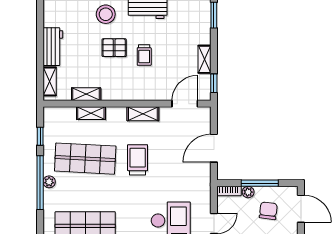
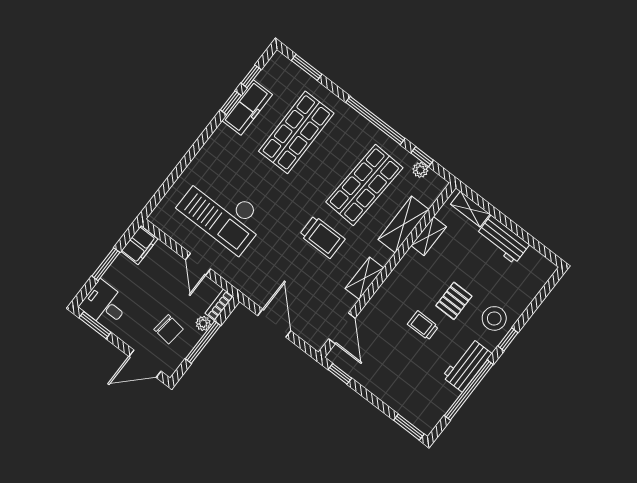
shelving: (205, 59) -> (371, 383), removed
shelving: (91, 113) -> (403, 224), width x1.50, depth x1.33
plant: (49, 182) -> (420, 170), moved

